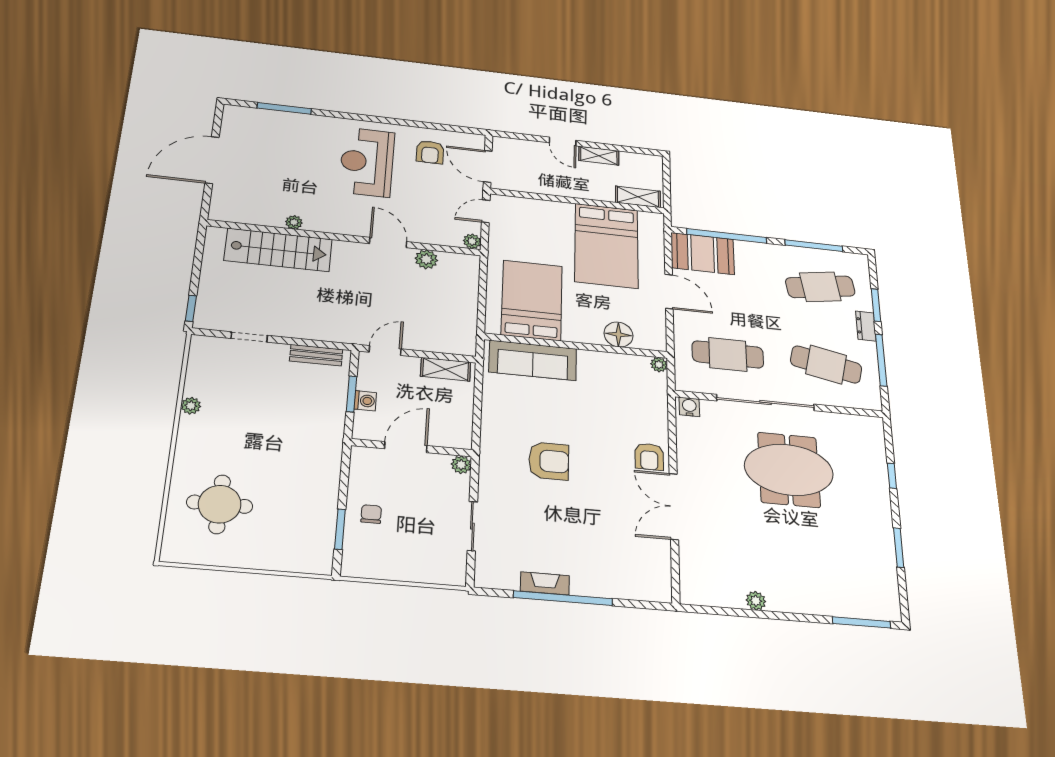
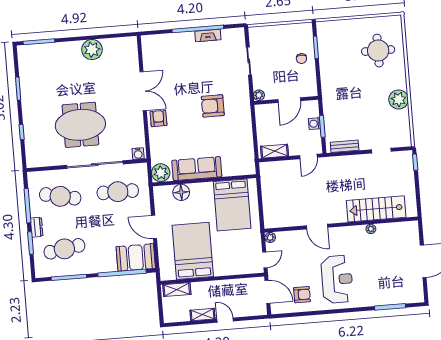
armchair: (430, 152) -> (302, 295), turned 90
plant: (426, 259) -> (294, 220), removed
sofa: (533, 360) -> (197, 169), moved
plant: (659, 365) -> (161, 173), width x1.88, depth x1.88
plant: (191, 406) -> (399, 99), width x1.88, depth x1.88
plant: (756, 601) -> (92, 50), width x1.88, depth x1.88

